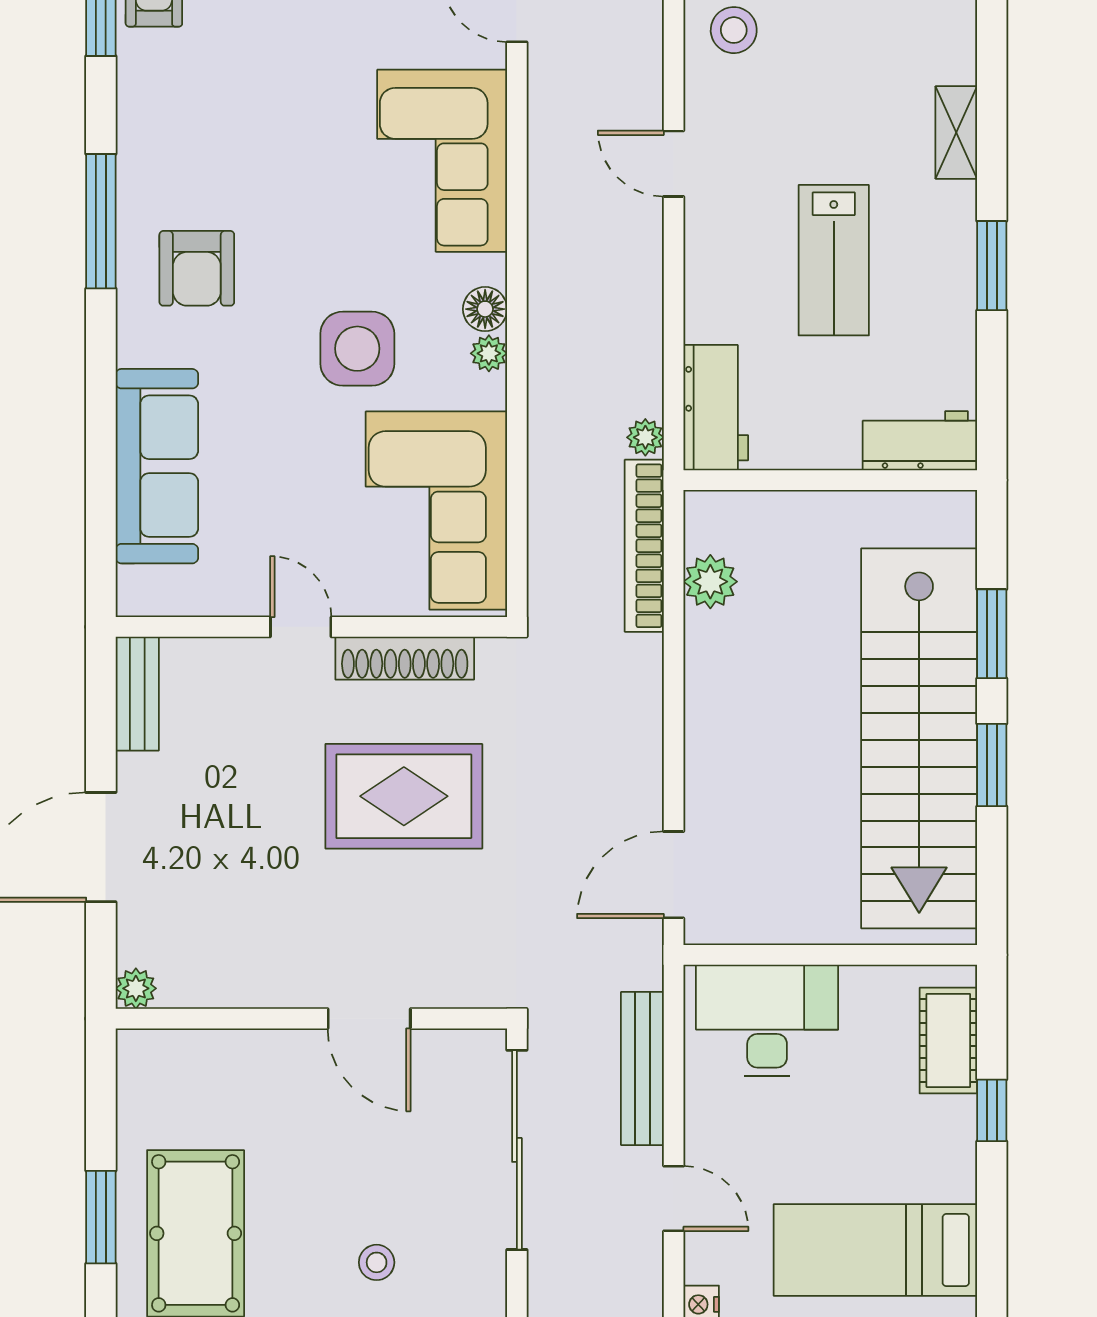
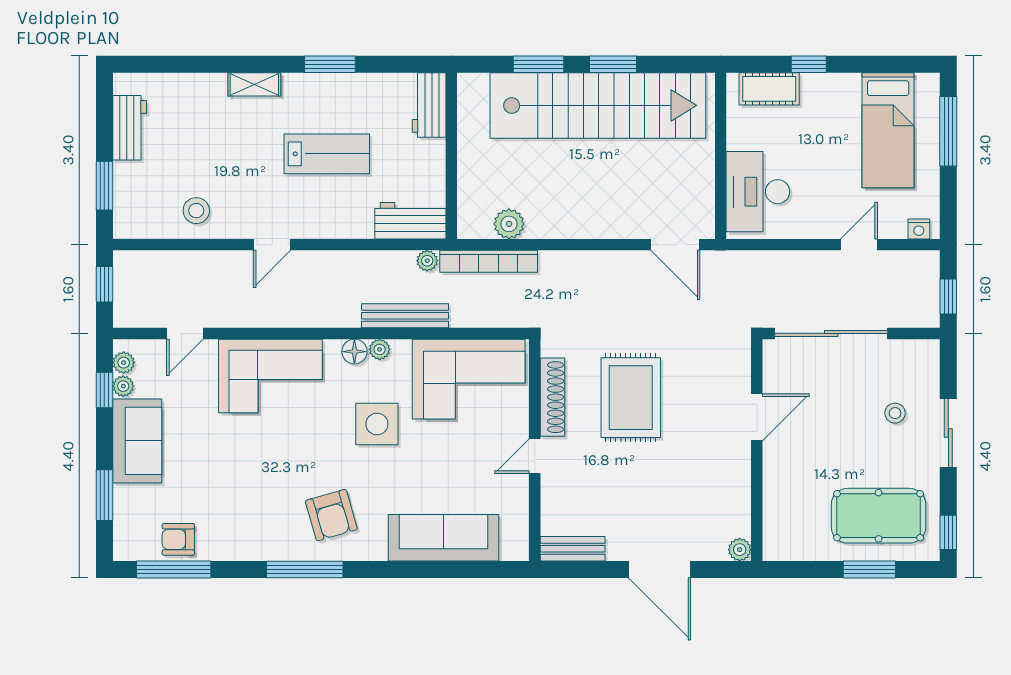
armchair: (197, 268) -> (331, 515), turned 74
bench: (642, 1068) -> (405, 316), moved

